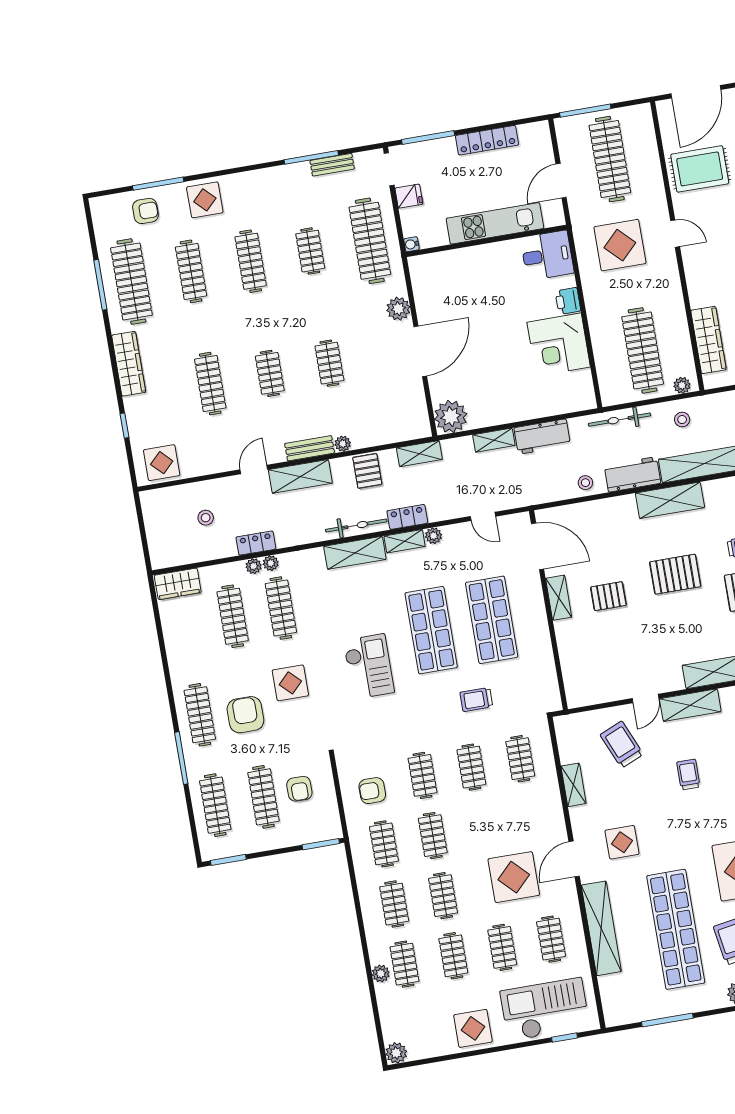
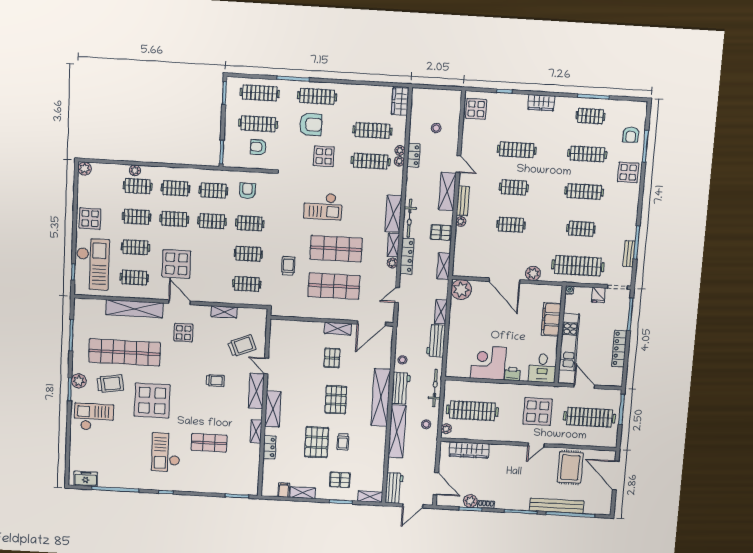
filing cabinet: (465, 261) -> (551, 319), added
clothes rail: (131, 282) -> (590, 116), width x0.54, depth x0.76
wardrobe: (129, 364) -> (541, 103), width x0.67
shelving: (670, 500) -> (381, 397), width x1.47
locker: (407, 517) -> (407, 256), width x1.53

